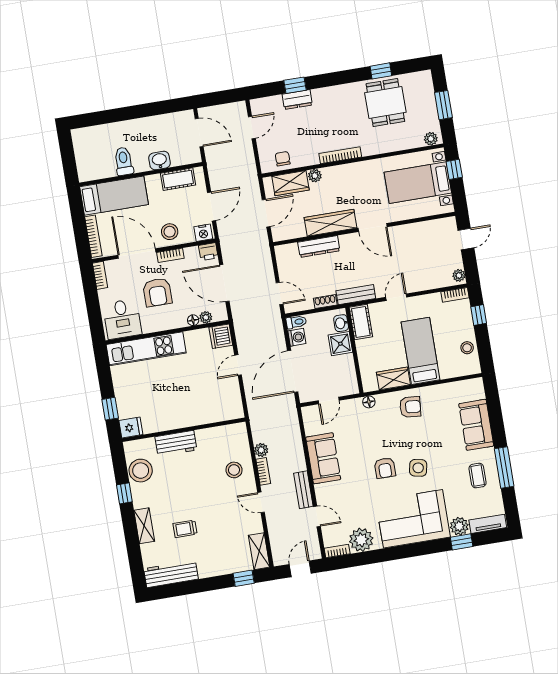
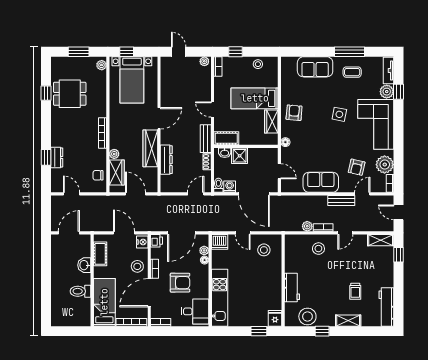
stool: (220, 397) -> (264, 250), added
armchair: (385, 468) -> (357, 167), moved, turned 103

